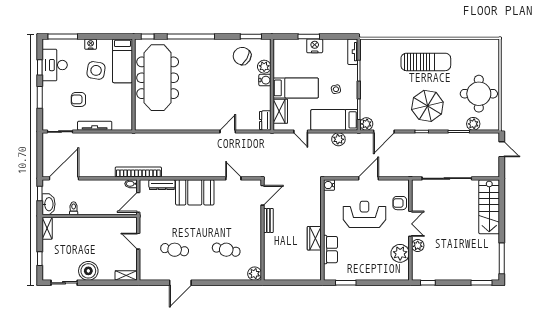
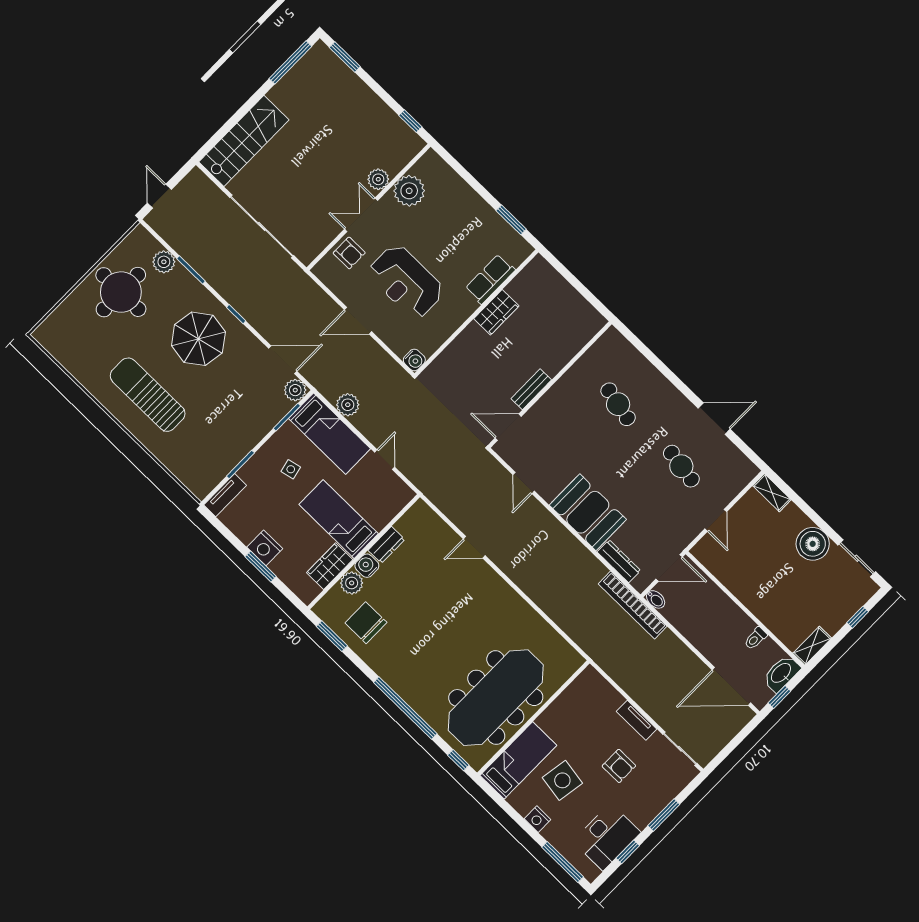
chair: (242, 56) -> (366, 623), turned 150
wardrobe: (280, 111) -> (330, 566), moved
dresser: (265, 121) -> (386, 545), moved
tv unit: (95, 126) -> (637, 720), width x0.71
plant: (255, 274) -> (612, 341), removed

